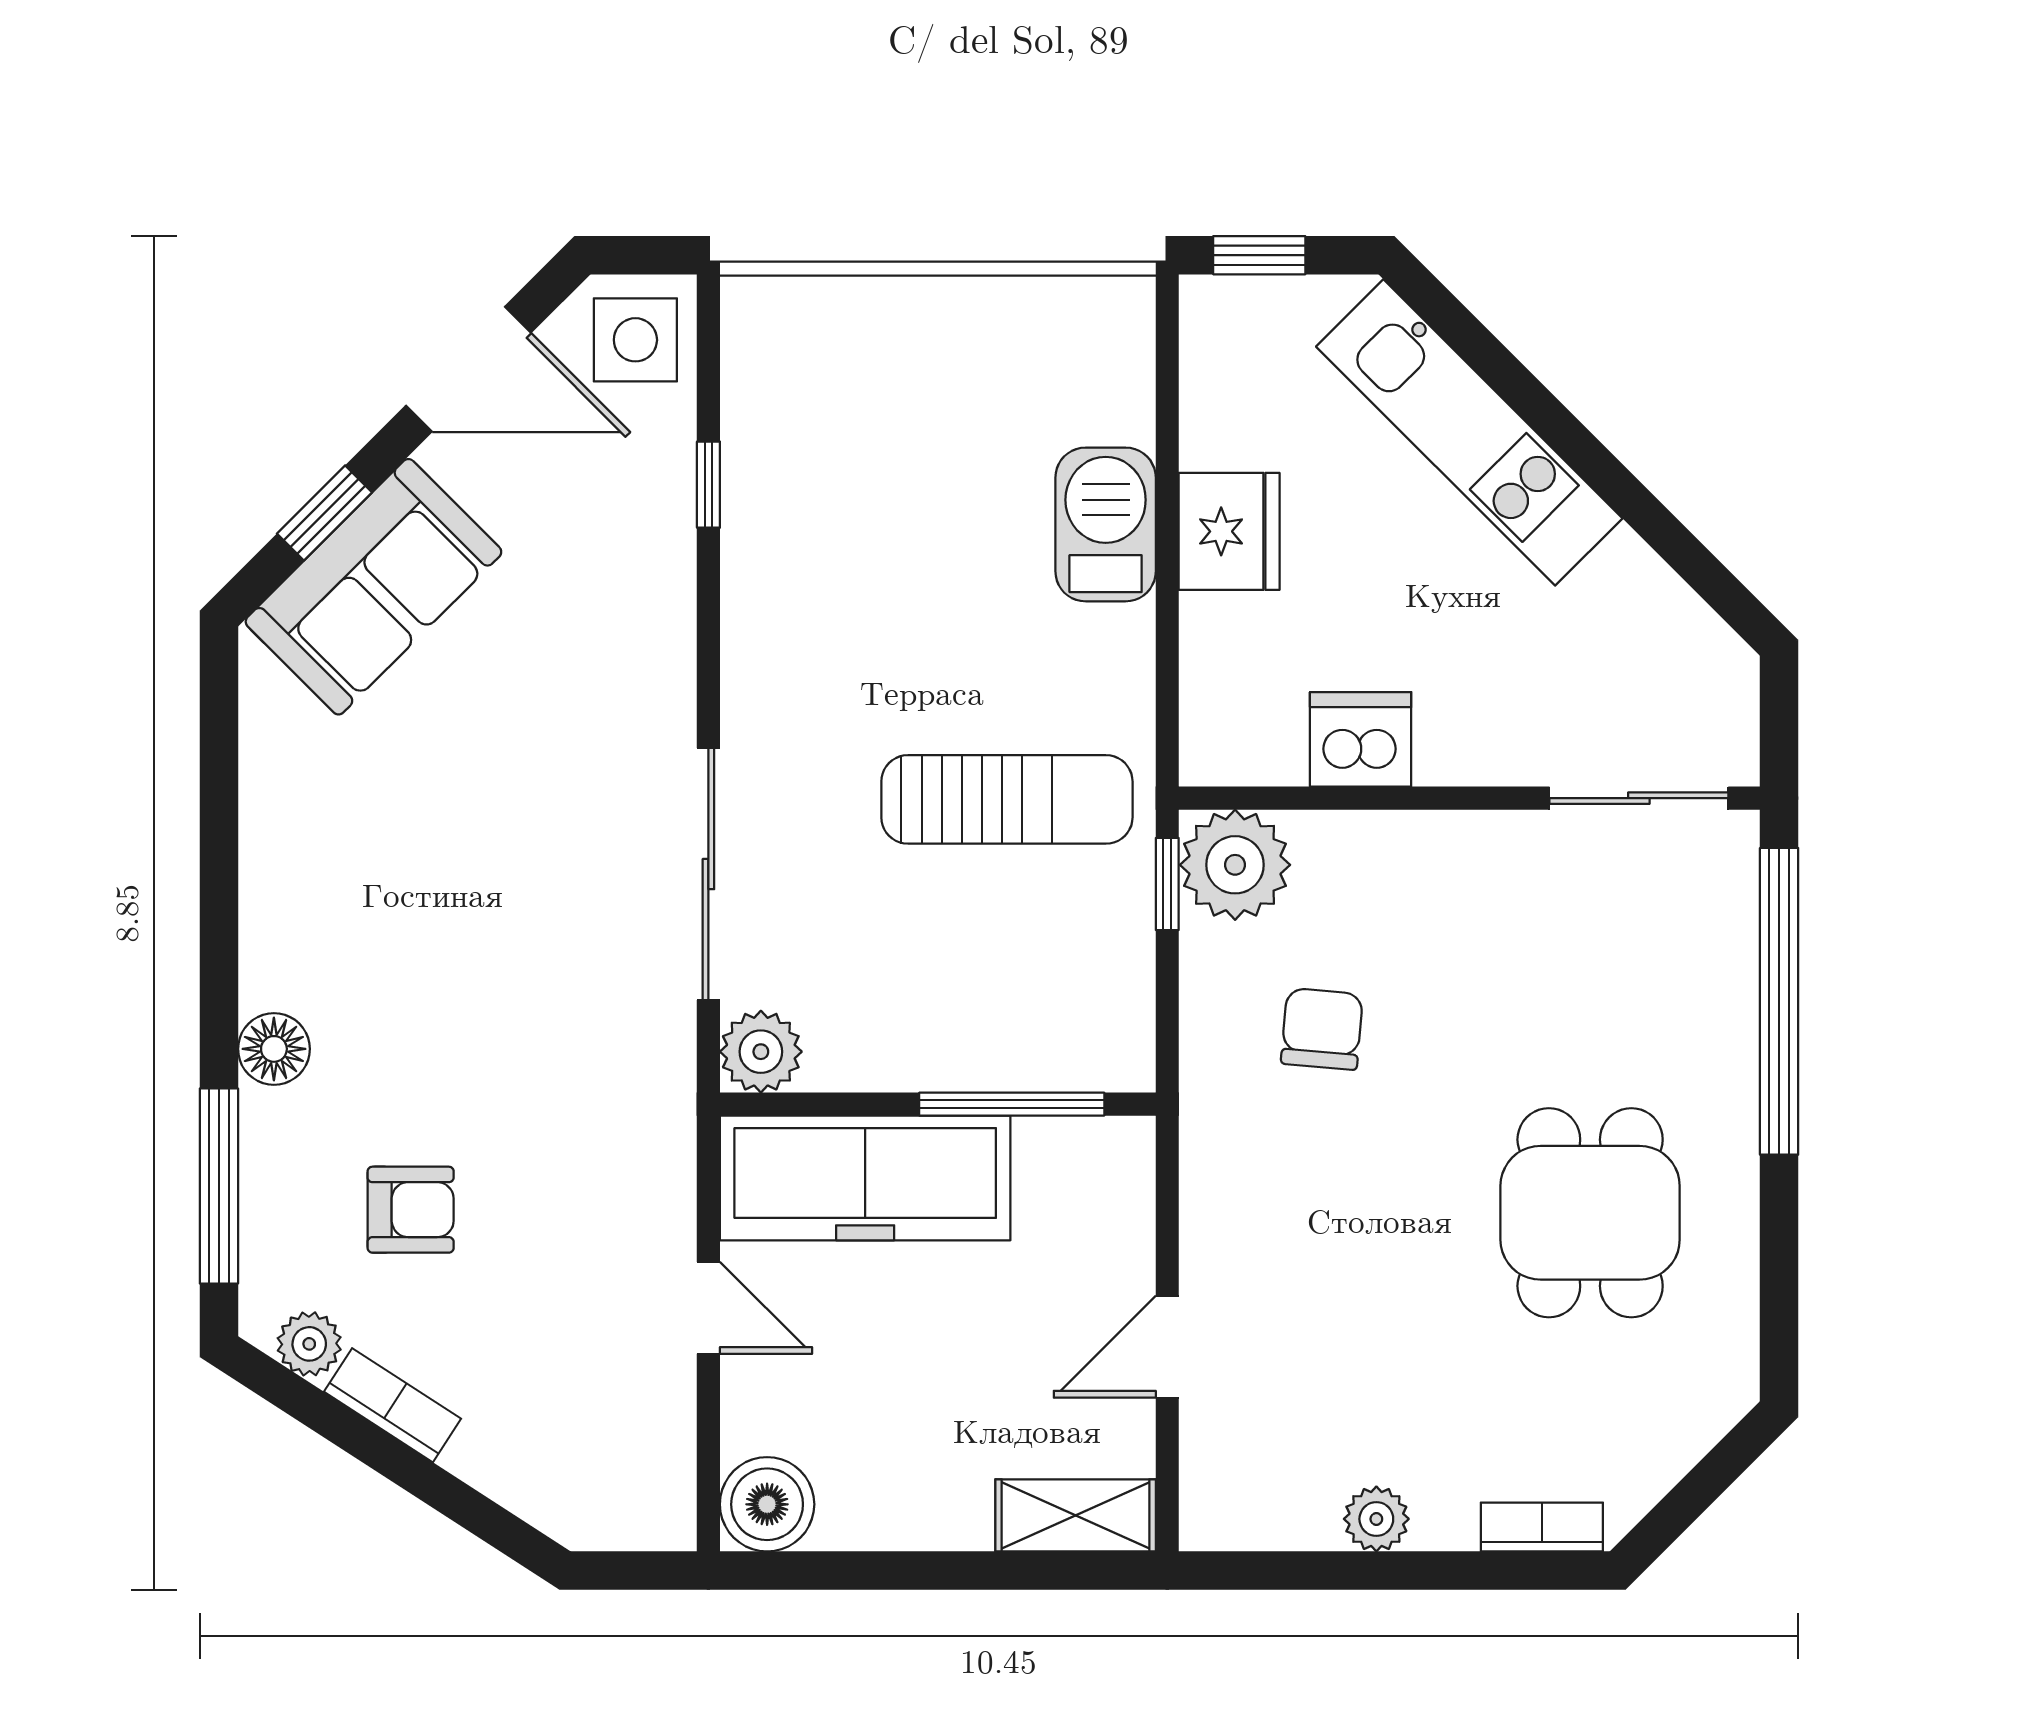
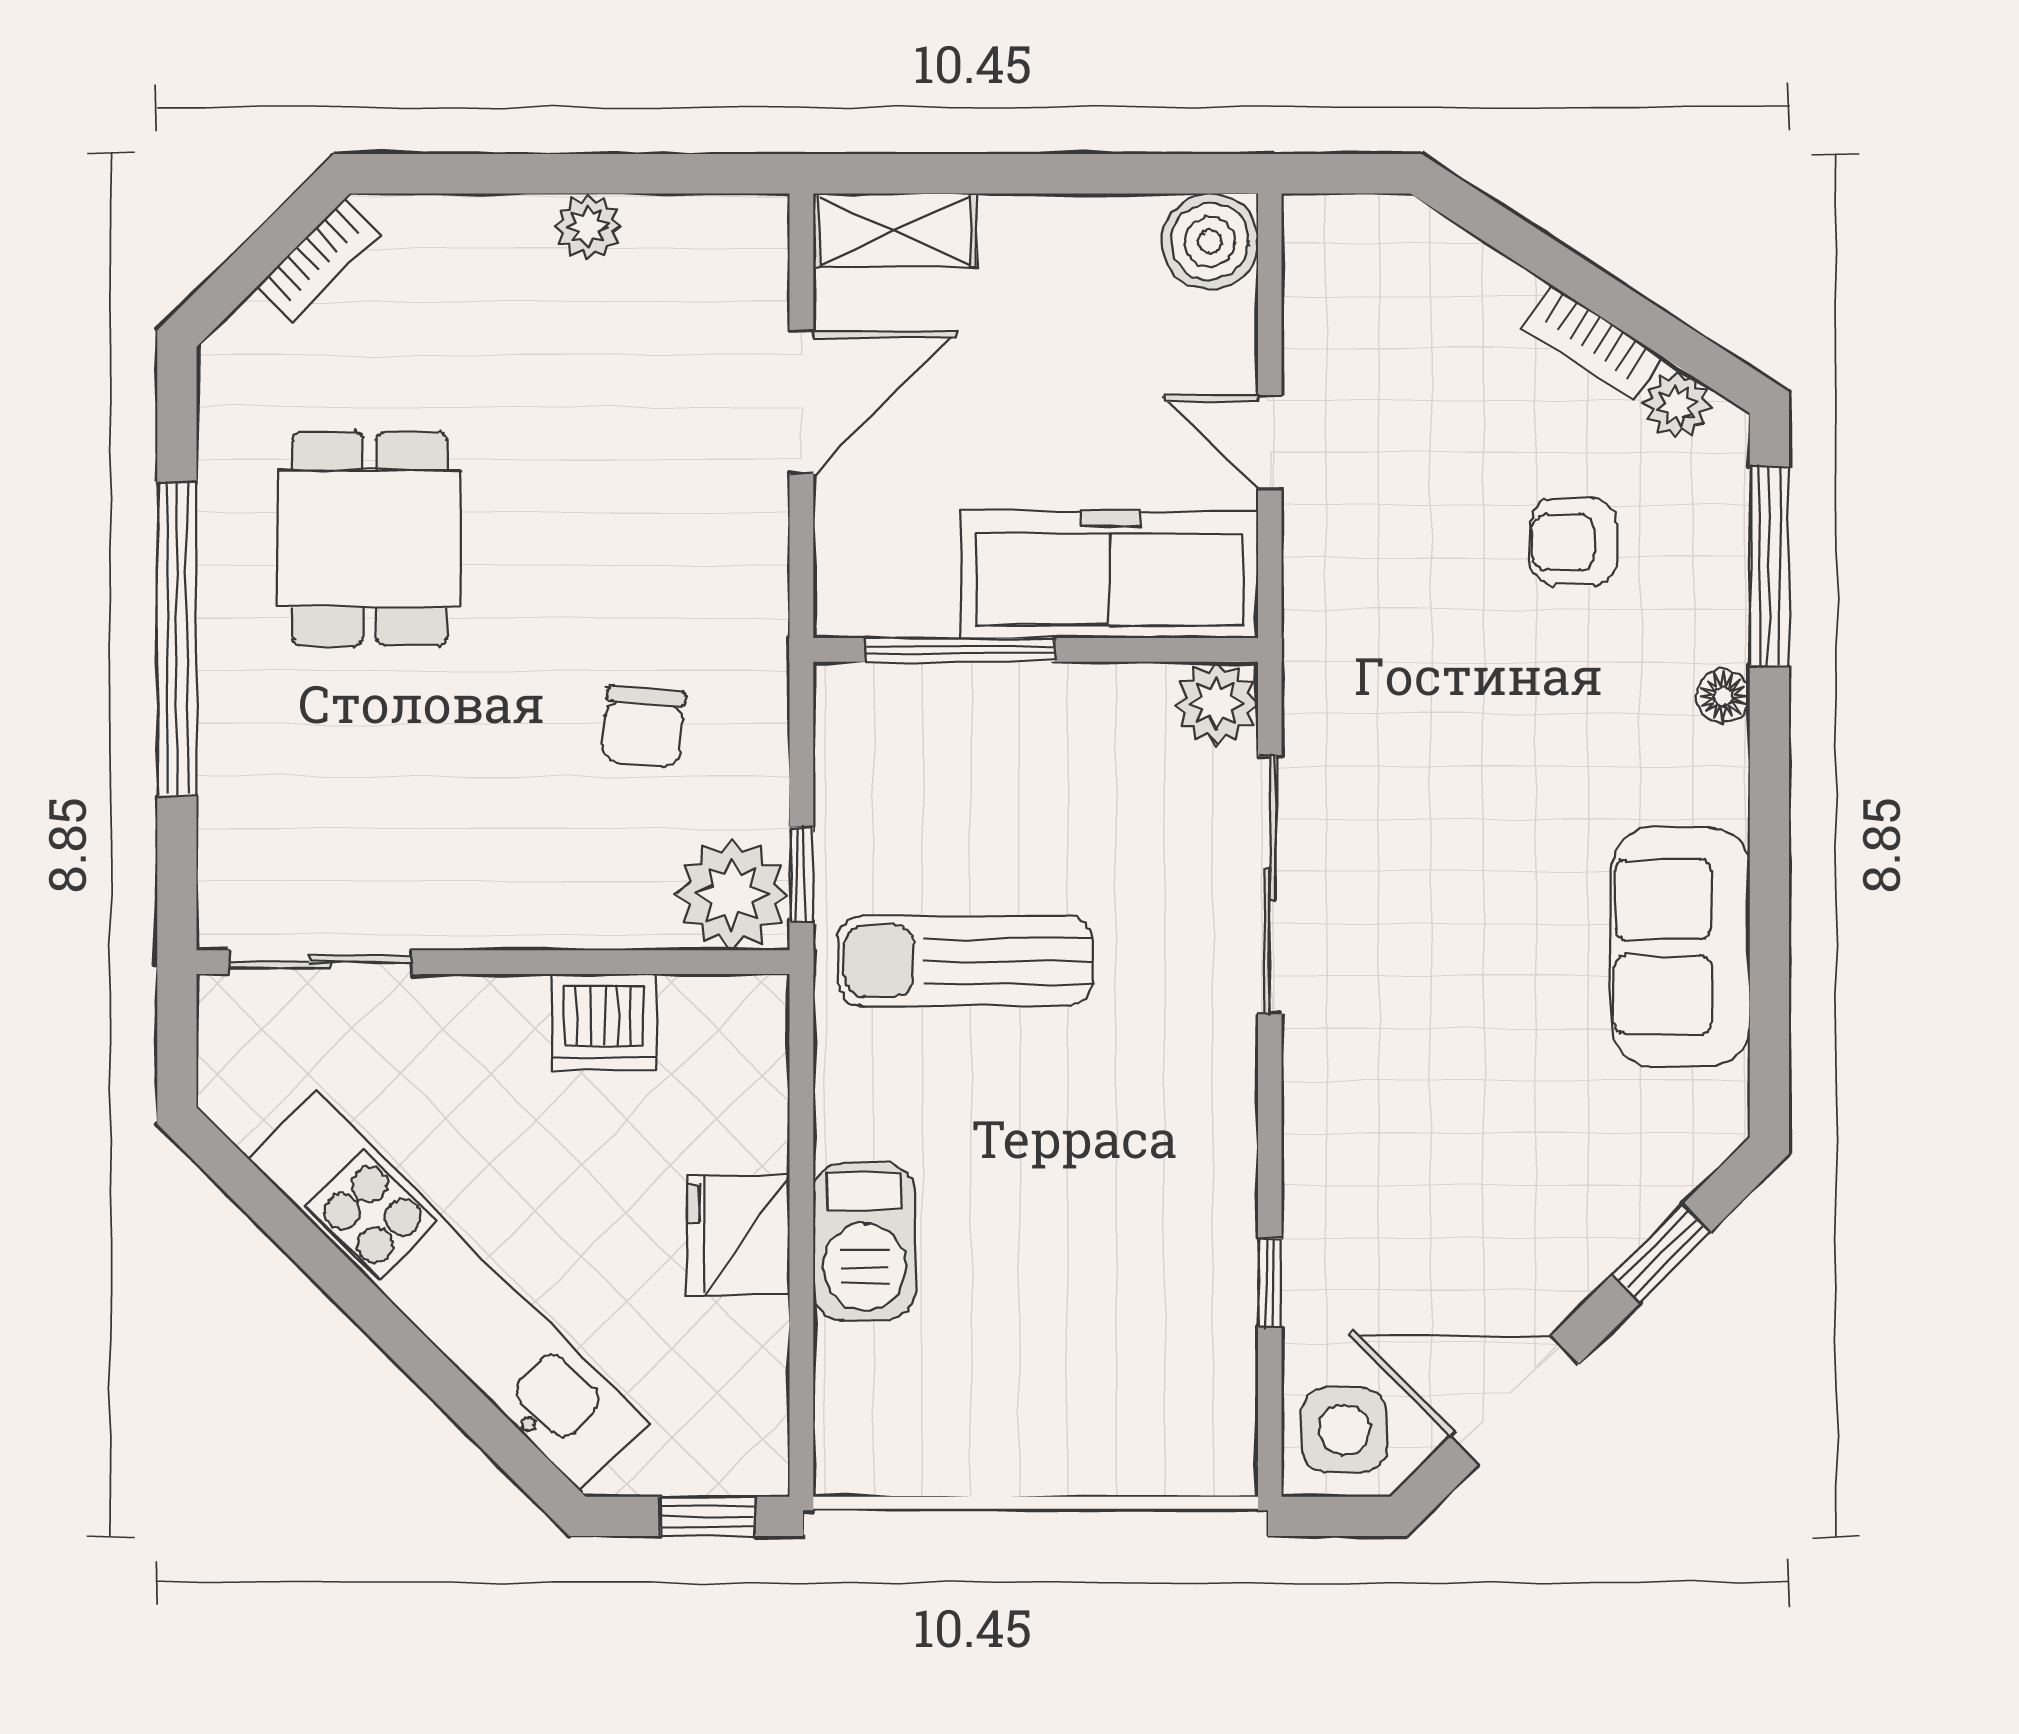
kitchen unit: (1469, 432) -> (449, 1291), width x1.36
sofa: (373, 587) -> (1681, 947), moved, turned -45
window: (1779, 1001) -> (177, 639), moved
floor lamp: (274, 1049) -> (1723, 696), width x0.73, depth x0.73
door: (1167, 1347) -> (801, 402), width x1.38
bookcase: (1542, 1527) -> (319, 260), moved, turned -45

